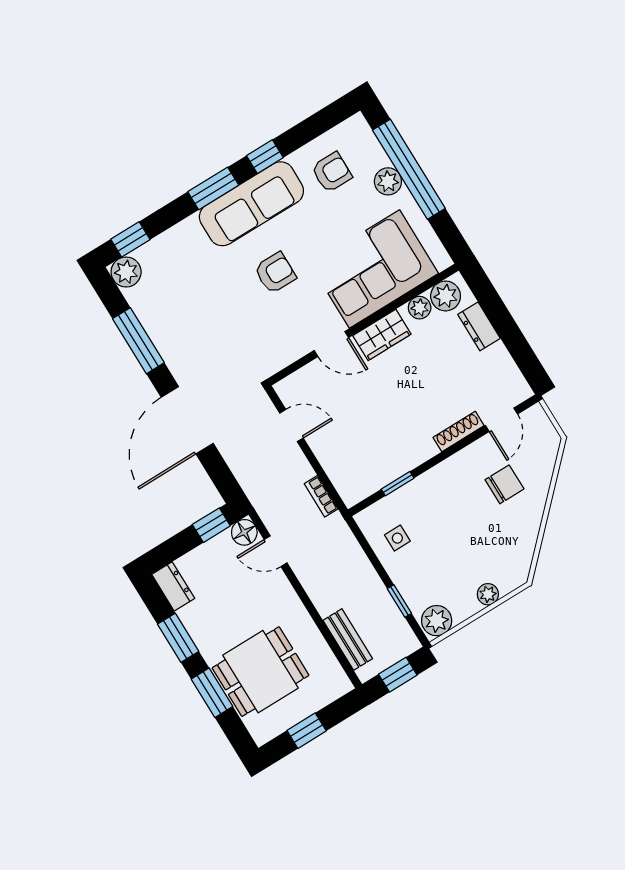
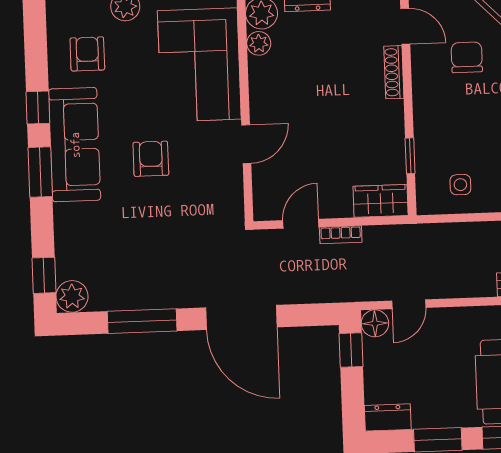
wardrobe: (382, 335) -> (381, 201), moved, turned -90
bookcase: (321, 496) -> (341, 235), moved

